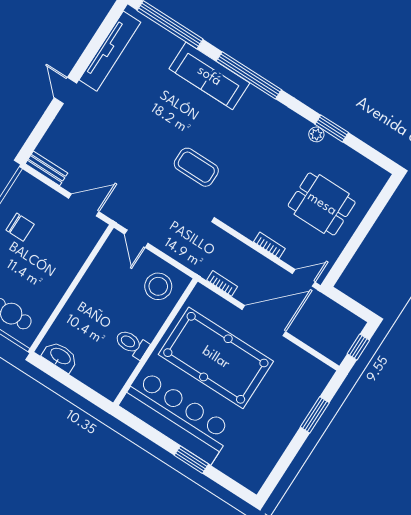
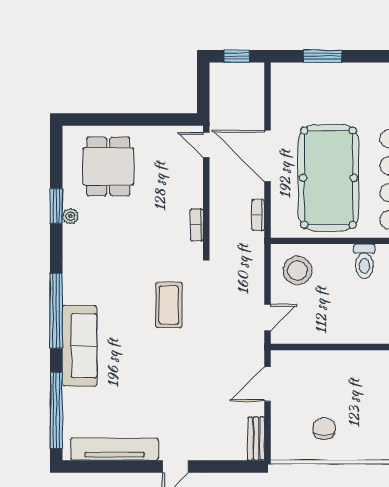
dining table: (322, 204) -> (108, 166), moved
door: (84, 205) -> (268, 384), hinge flipped
bookcase: (269, 245) -> (197, 225), moved

